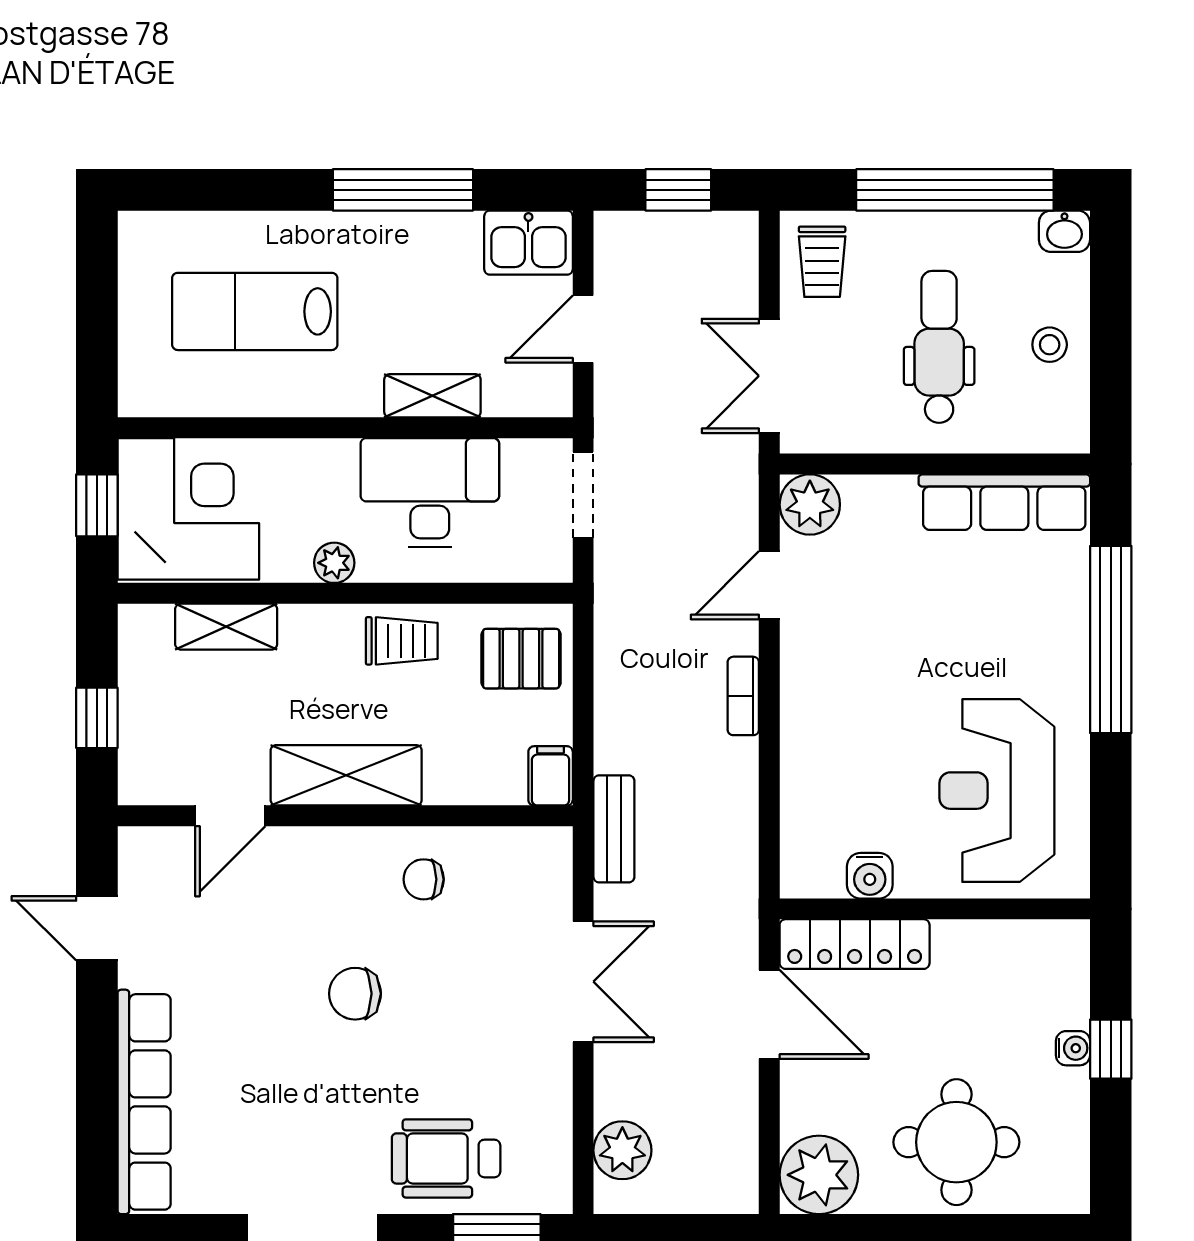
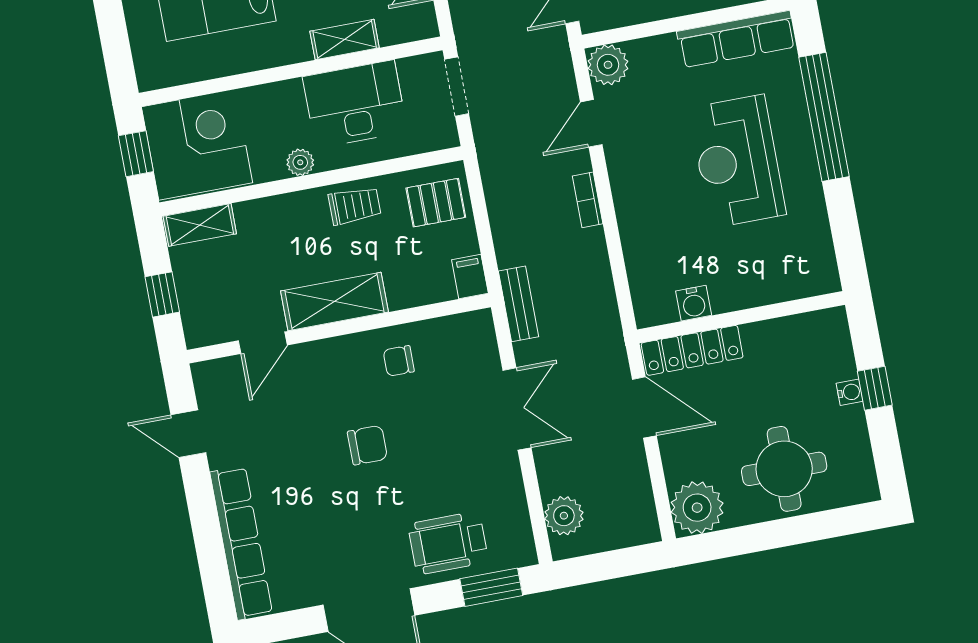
shelving: (226, 627) -> (200, 225), moved
reception desk: (997, 791) -> (737, 161), moved
chair: (355, 994) -> (367, 445), turned 180

